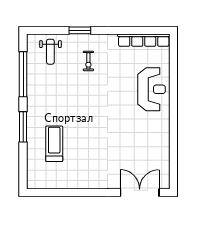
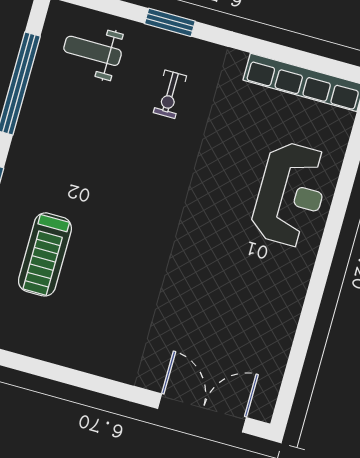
weight bench: (50, 52) -> (93, 51), turned 90
treadmill: (54, 144) -> (45, 254), turned 180

